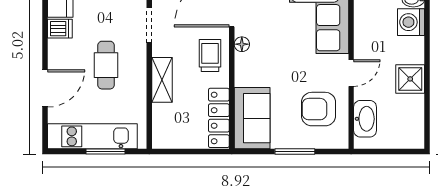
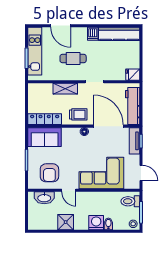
armchair: (319, 109) -> (49, 173), turned 180

